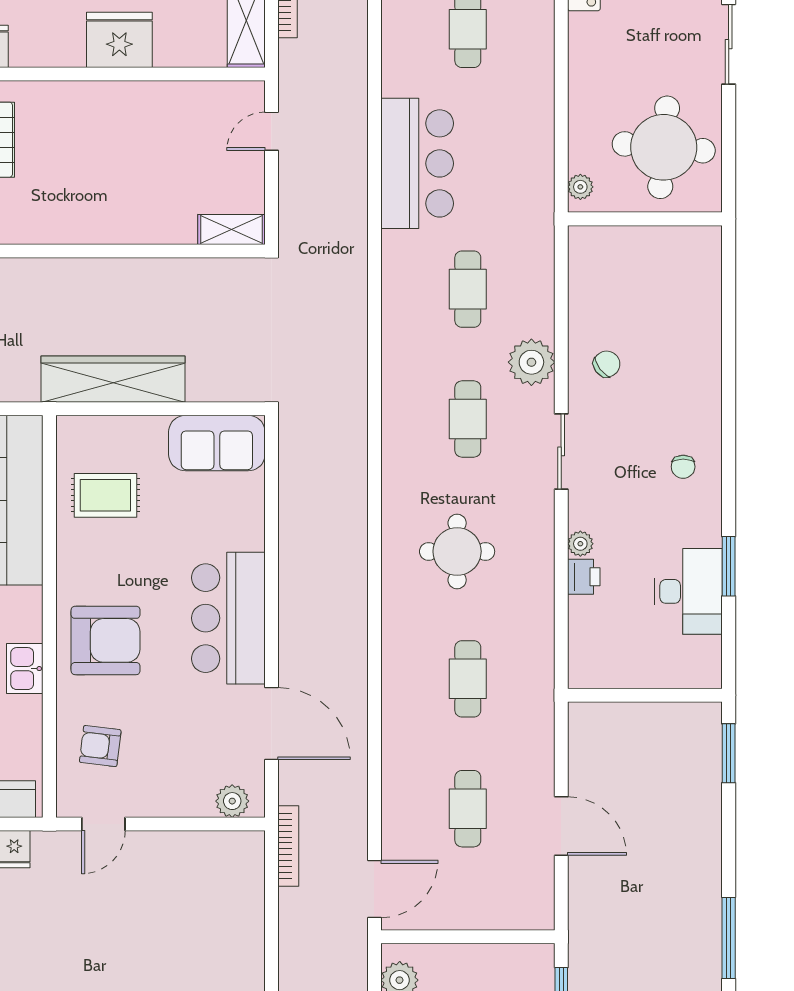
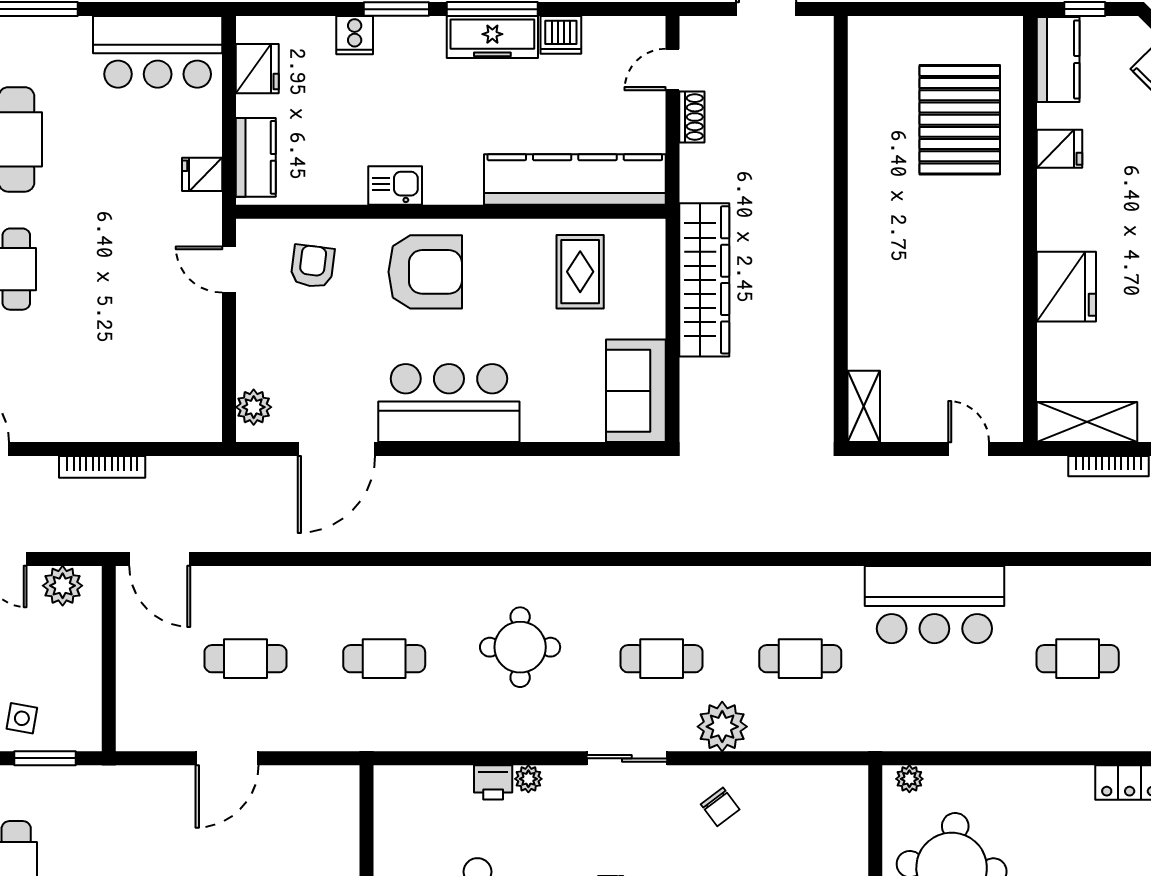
armchair: (106, 640) -> (425, 272), turned -90
bookcase: (288, 846) -> (102, 467), moved

